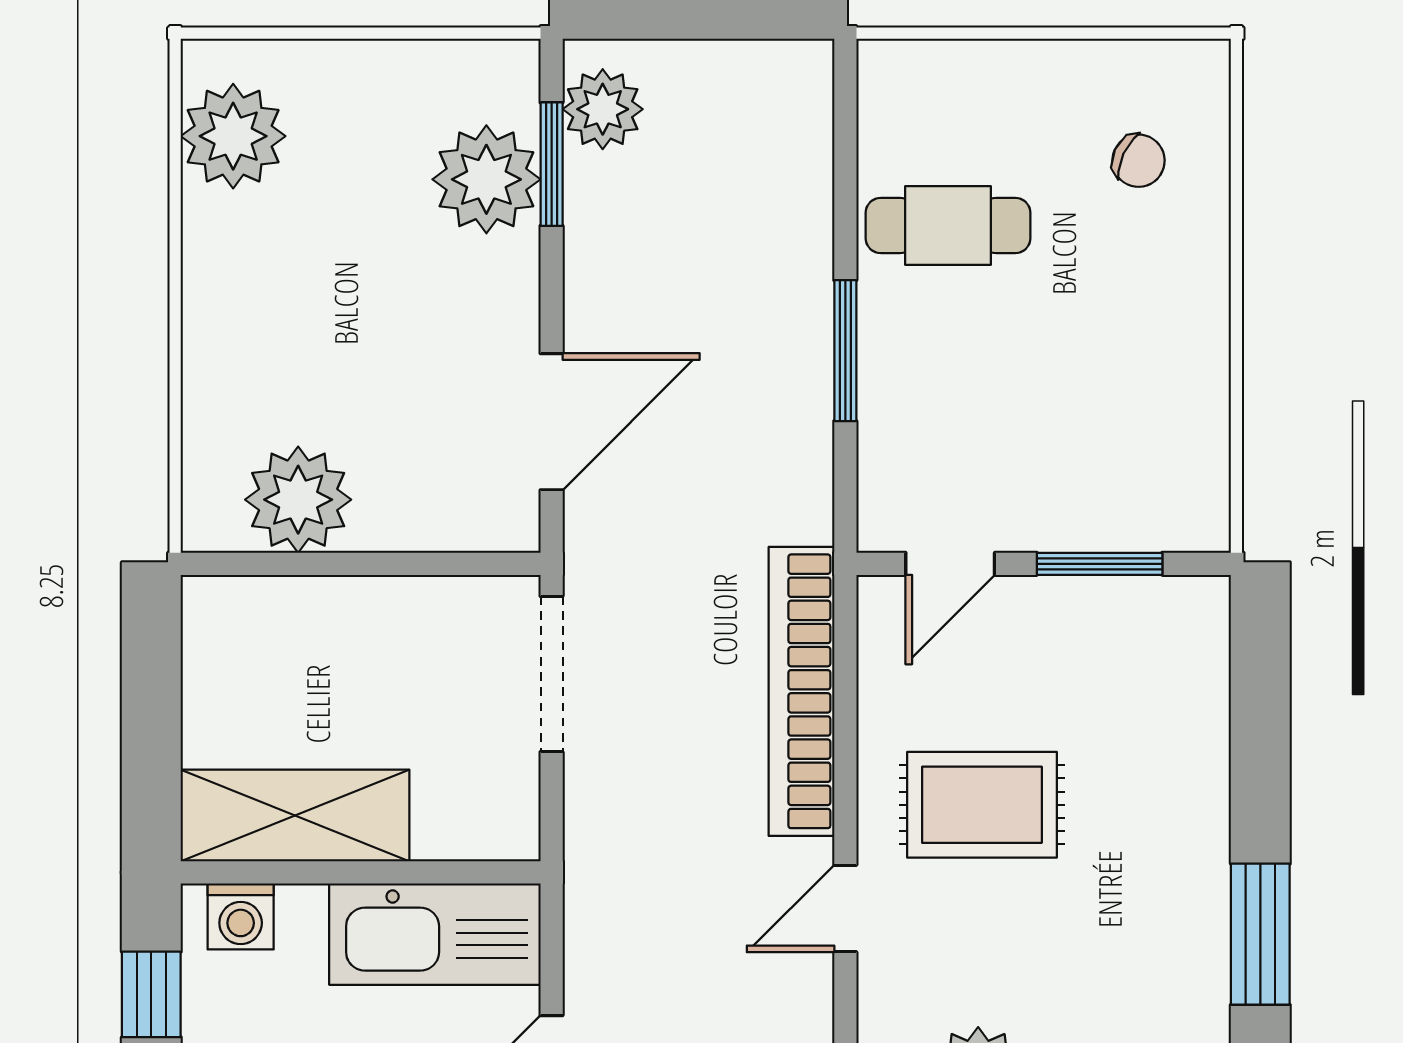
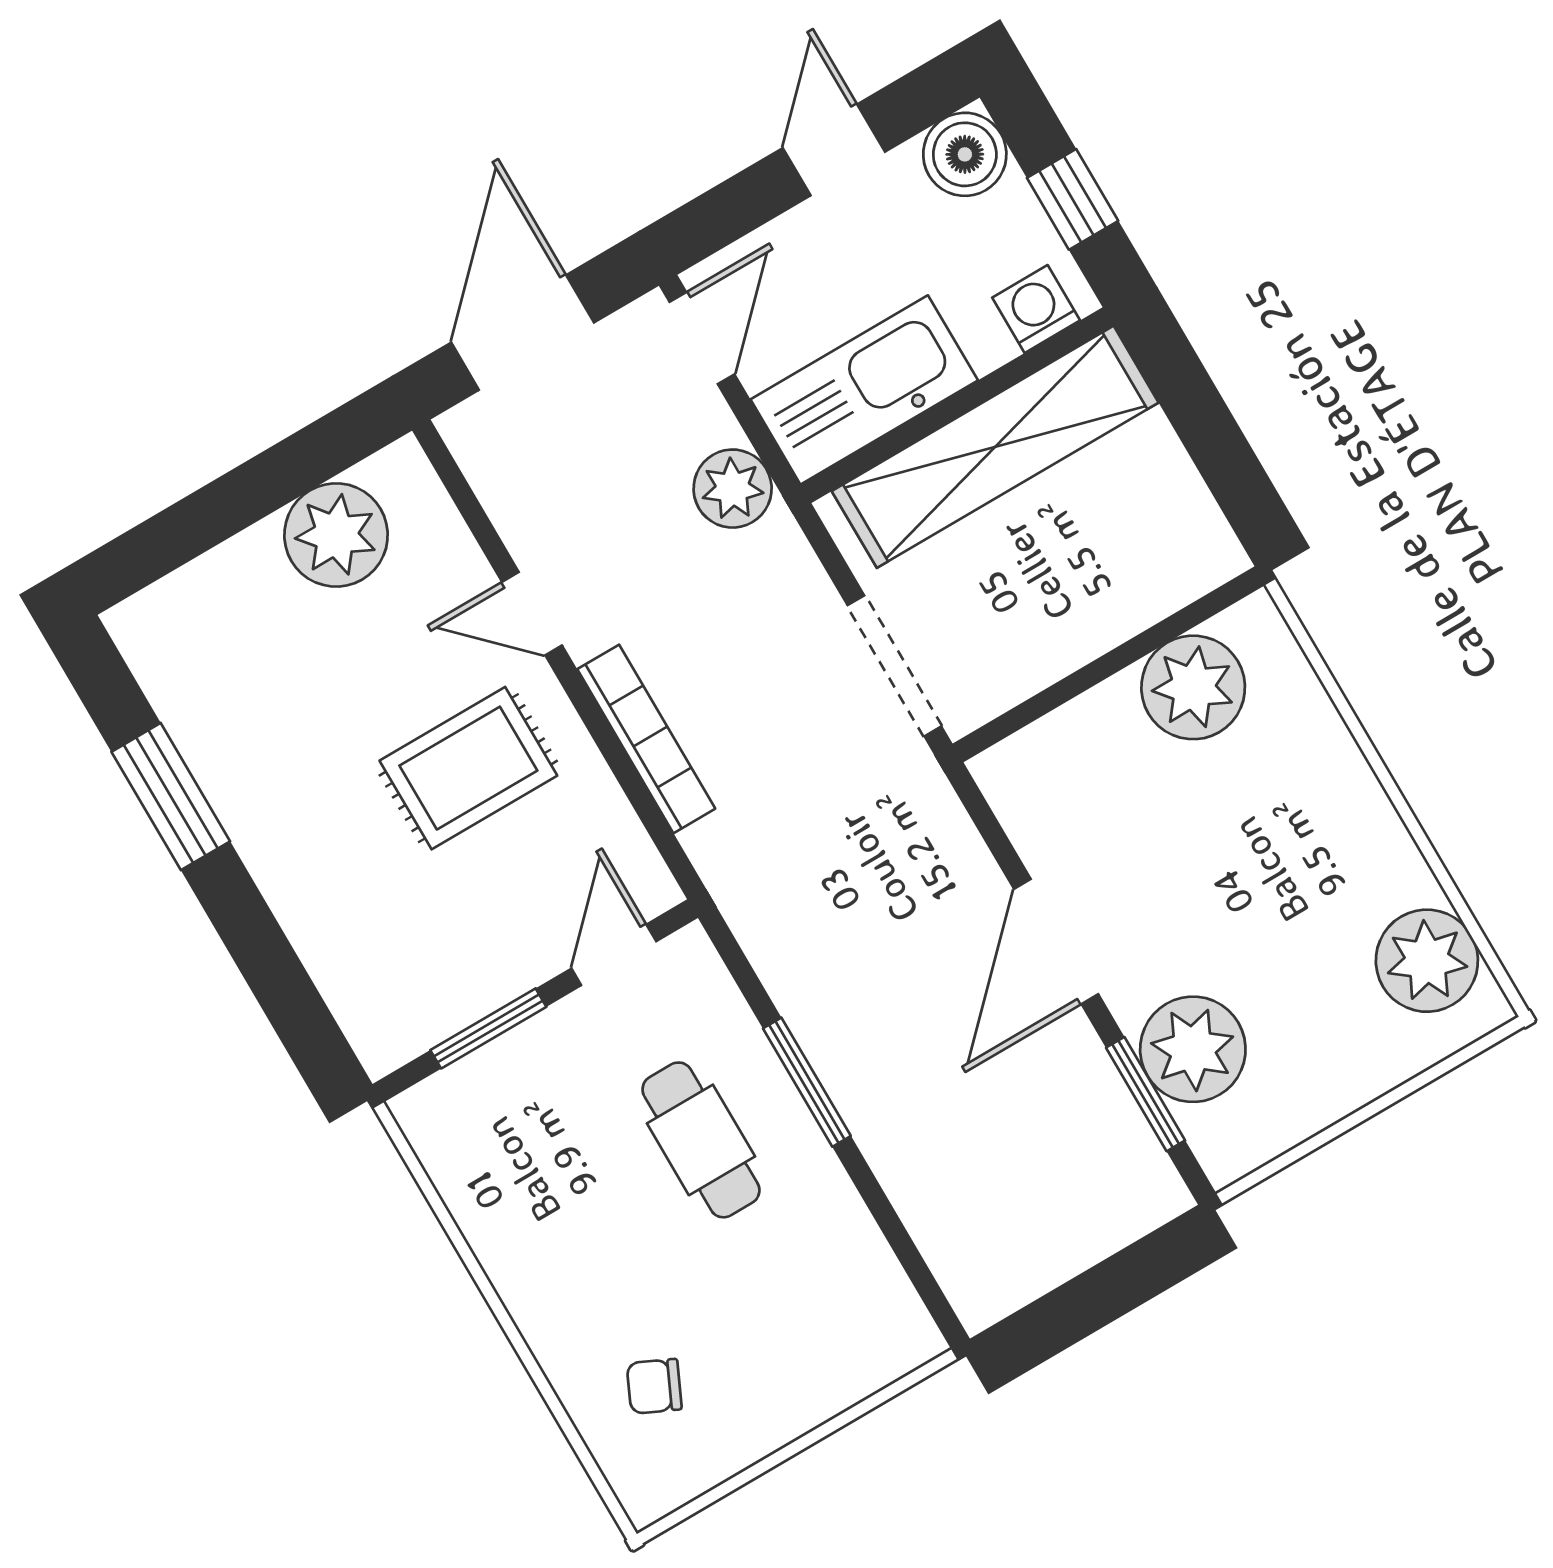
plant: (603, 109) -> (733, 489), moved
cafe table: (948, 226) -> (701, 1140), moved, turned 90
door: (552, 422) -> (1056, 941), moved
bookcase: (801, 691) -> (646, 739), width x0.68, depth x0.76
shelving: (295, 816) -> (995, 447), width x1.47
door: (845, 909) -> (532, 614), swing flipped

